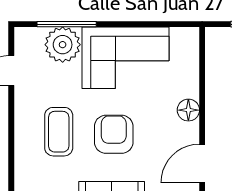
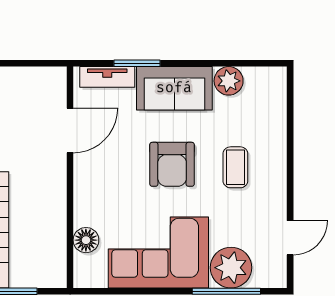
floor lamp: (188, 110) -> (86, 240), moved
coffee table: (59, 132) -> (235, 167), width x0.73, depth x0.77

